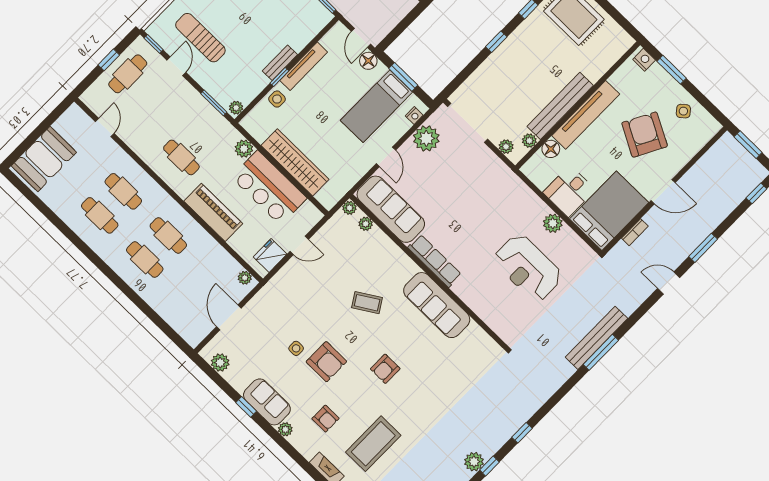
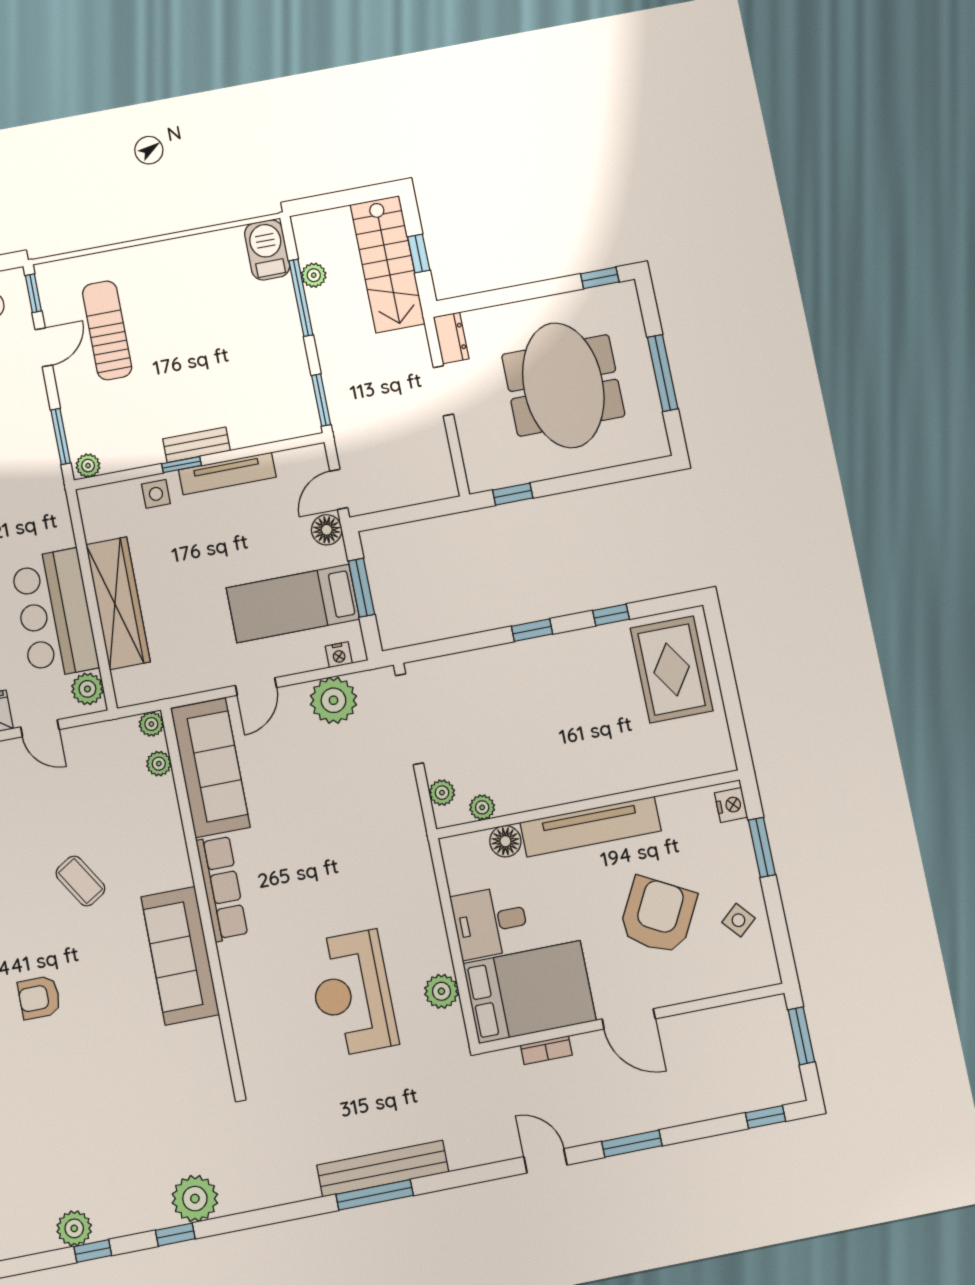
bench: (560, 106) -> (562, 788), removed
plant: (244, 149) -> (87, 689), moved
plant: (553, 223) -> (441, 991), moved
plant: (520, 410) -> (195, 1199), added

